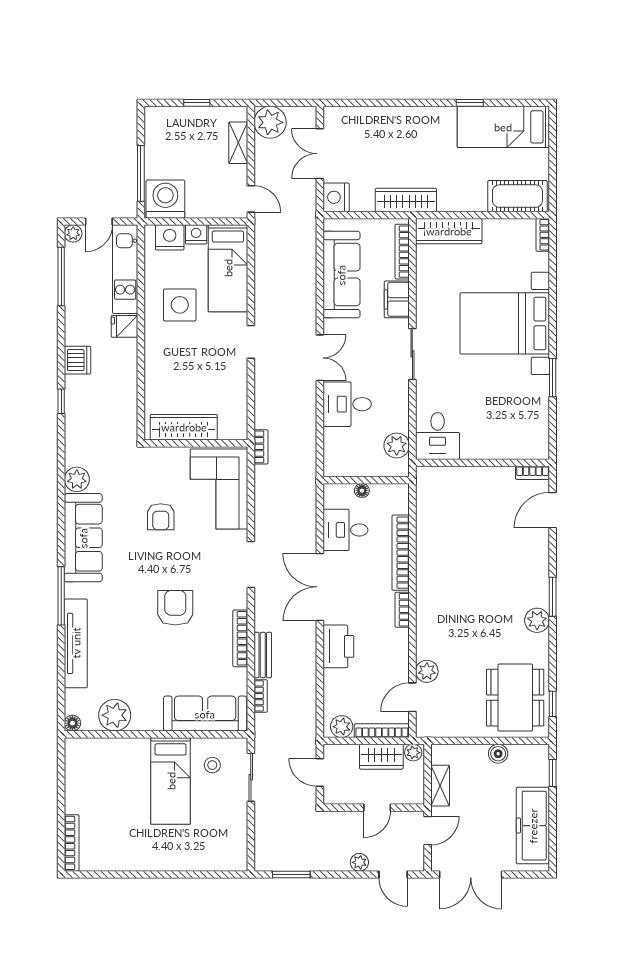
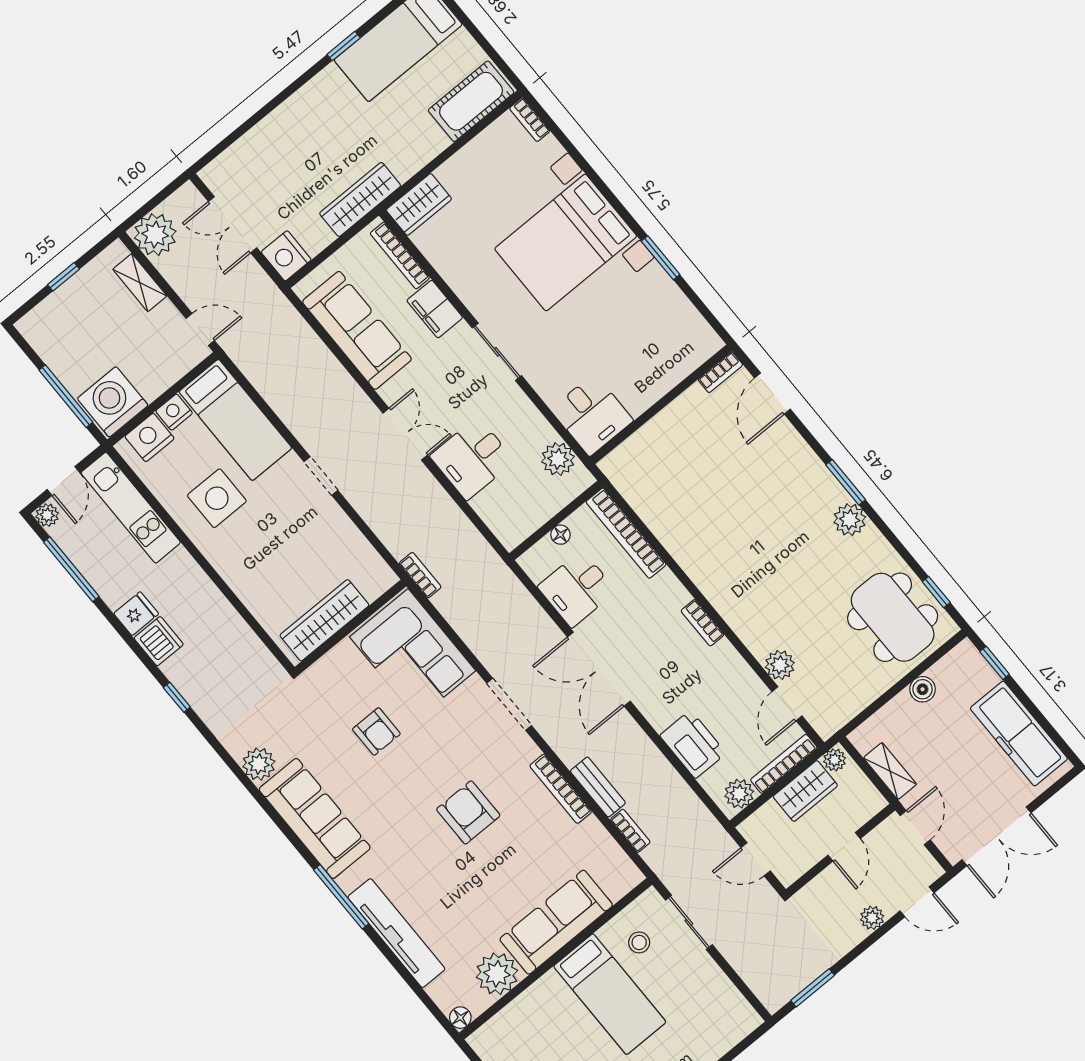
wardrobe: (449, 231) -> (419, 204), width x0.67
fridge: (125, 326) -> (136, 614), moved, turned 180
bookcase: (401, 553) -> (626, 533), moved
printer: (338, 646) -> (693, 744), moved
sofa: (205, 714) -> (556, 922), moved

